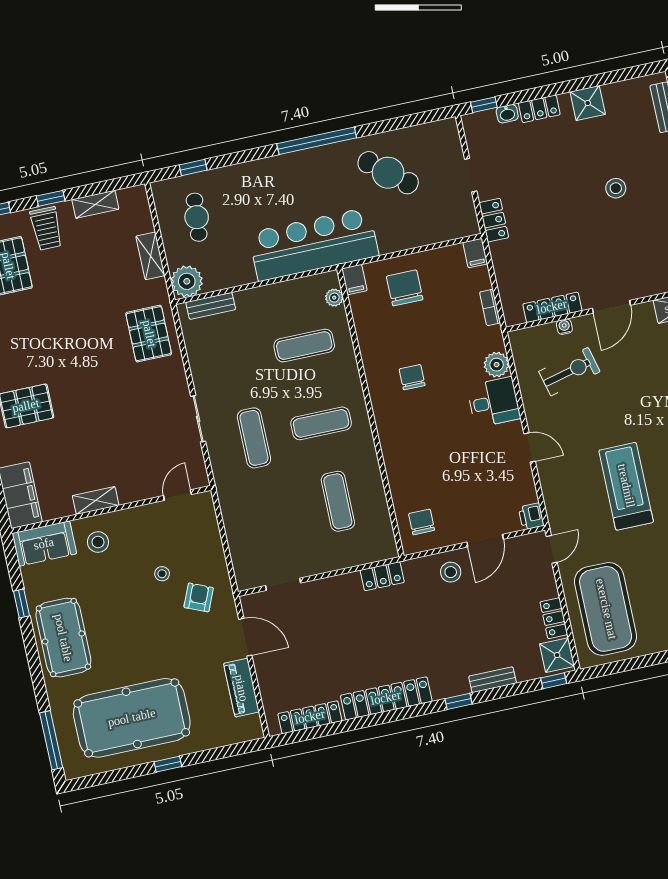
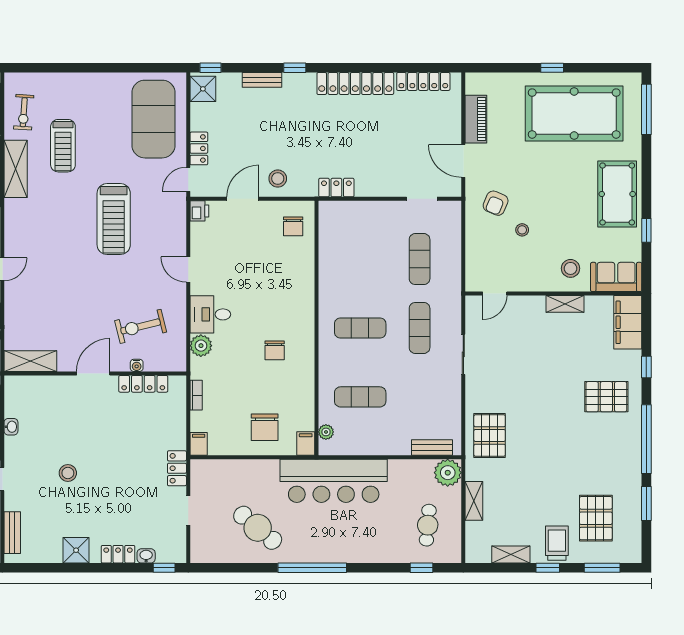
exercise mat: (338, 501) -> (420, 259), moved
locker: (554, 618) -> (199, 148), moved

